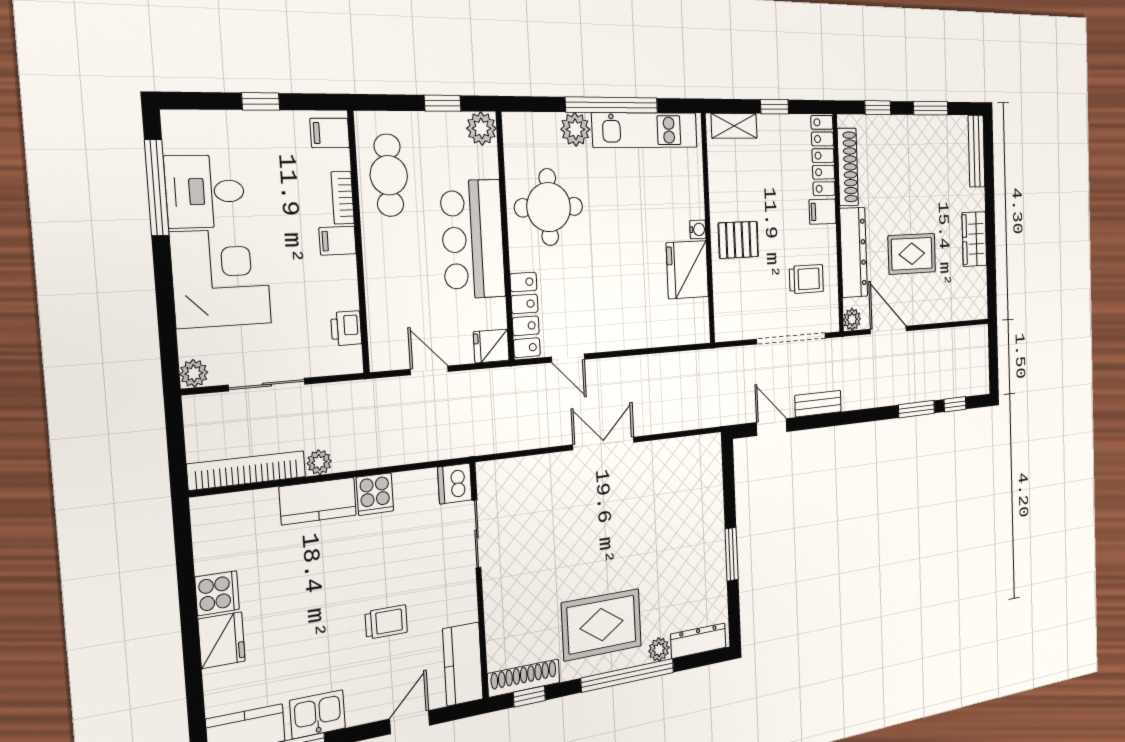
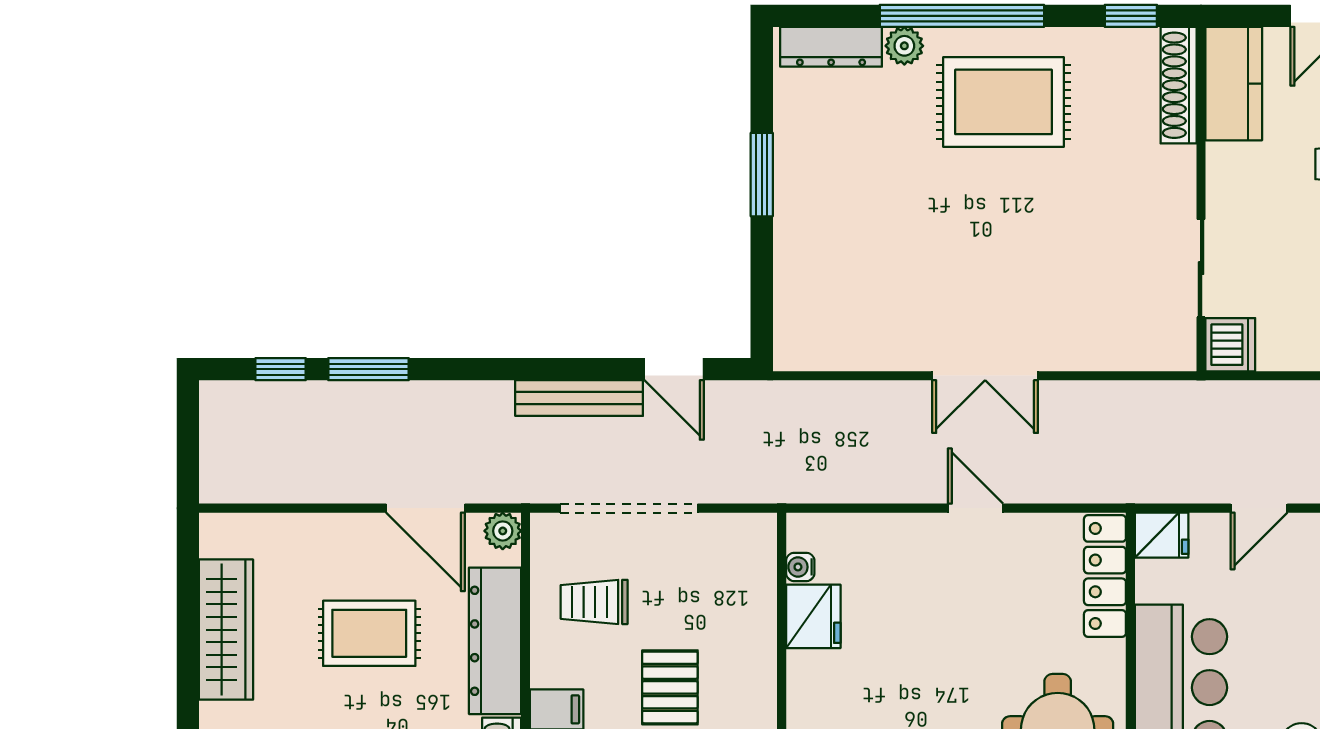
water cooler: (698, 229) -> (800, 567), moved
wardrobe: (974, 239) -> (226, 630), width x1.50
pallet: (738, 240) -> (670, 687), moved, turned 90
fridge: (687, 270) -> (813, 616), width x0.73, depth x0.75
door: (568, 358) -> (975, 508), moved
door: (429, 370) -> (1259, 508), hinge flipped
bench: (818, 404) -> (579, 398), width x1.36
shoe rack: (524, 678) -> (1179, 85), moved, turned 90

